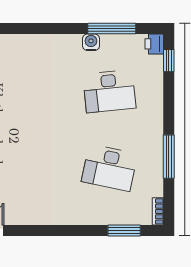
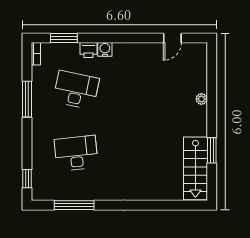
water cooler: (91, 42) -> (105, 49), moved, turned 180
printer: (154, 44) -> (88, 50), moved, turned 90

